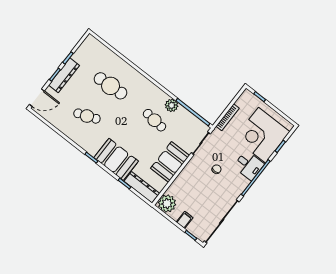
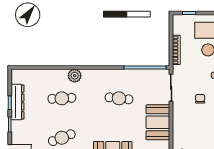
dresser: (64, 75) -> (17, 102), moved
cafe table: (111, 86) -> (62, 98), width x0.73, depth x0.74
plant: (172, 105) -> (75, 76), moved

